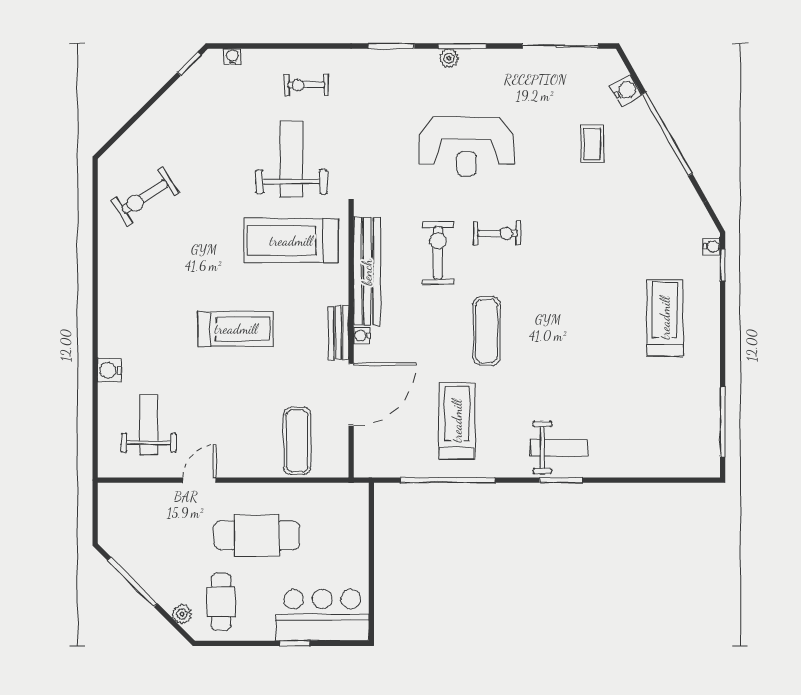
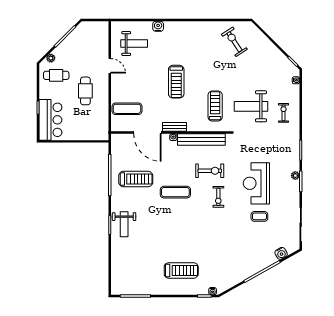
coffee table: (592, 144) -> (259, 216), moved
weight bench: (291, 159) -> (251, 106), turned 180
treadmill: (291, 241) -> (215, 106), width x0.73, depth x0.73
cafe table: (257, 535) -> (85, 91), width x0.73, depth x0.74

